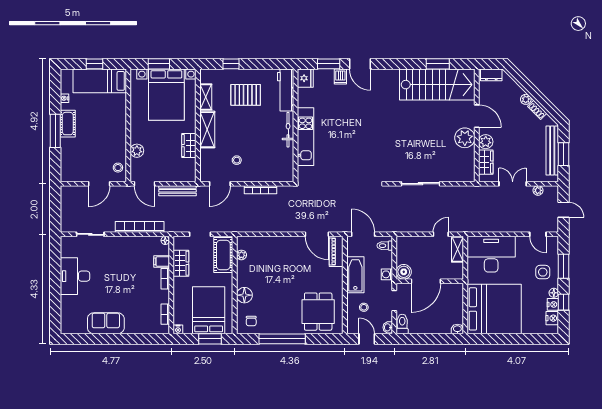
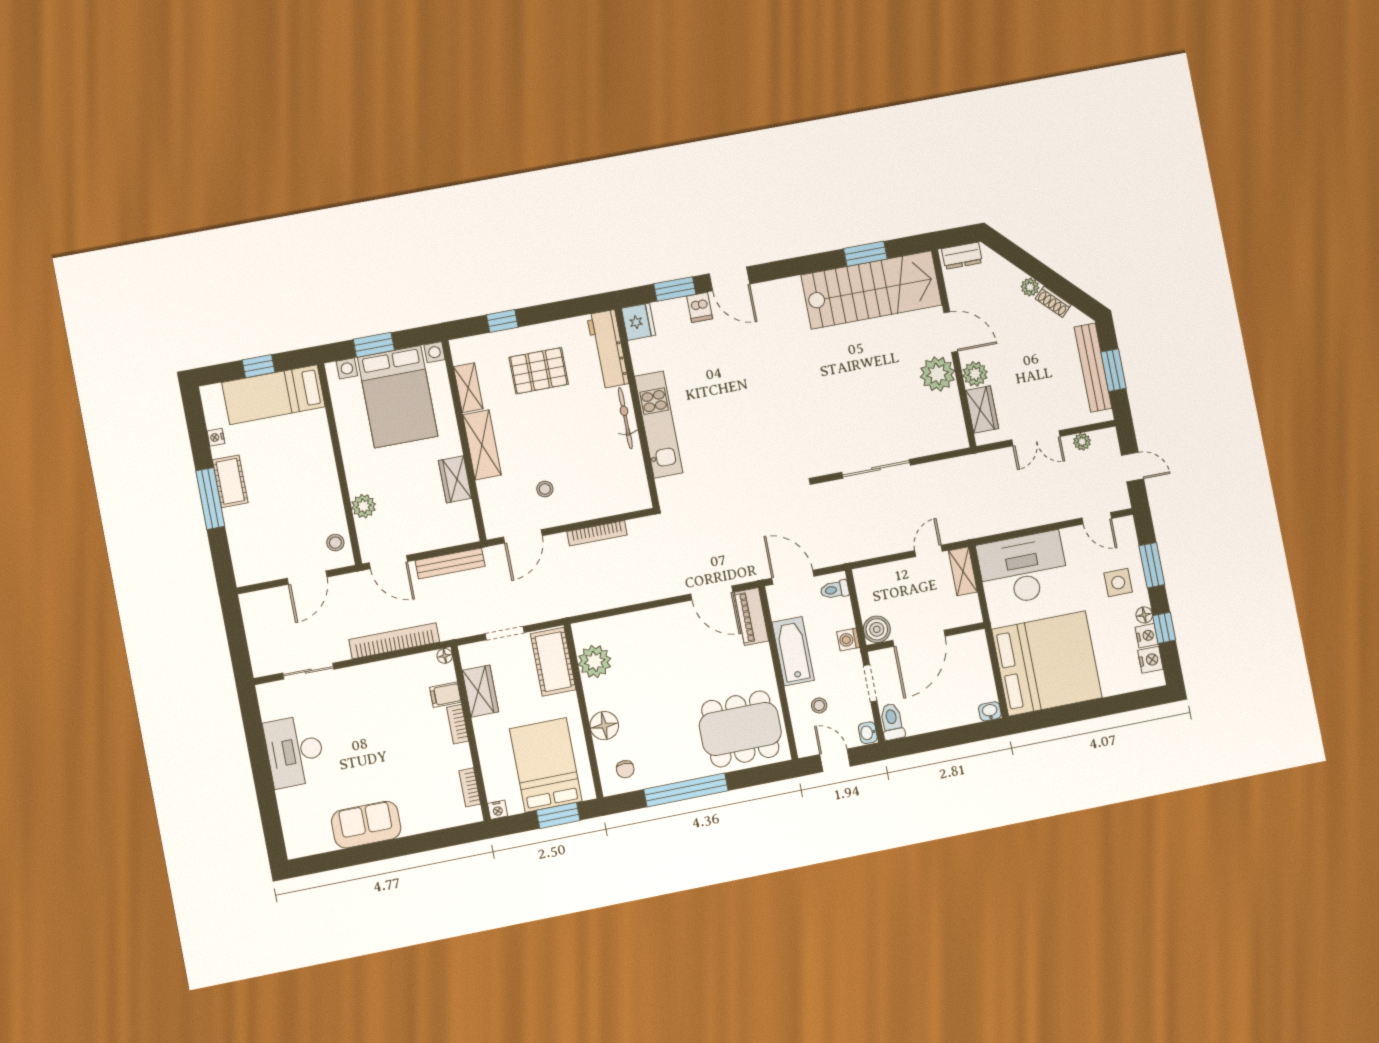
double door: (513, 184) -> (1036, 438), swing flipped
plant: (241, 255) -> (595, 661), width x1.87, depth x1.87
dining table: (318, 312) -> (740, 729), width x1.38

